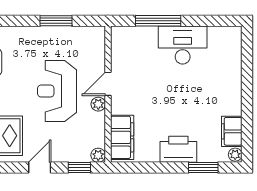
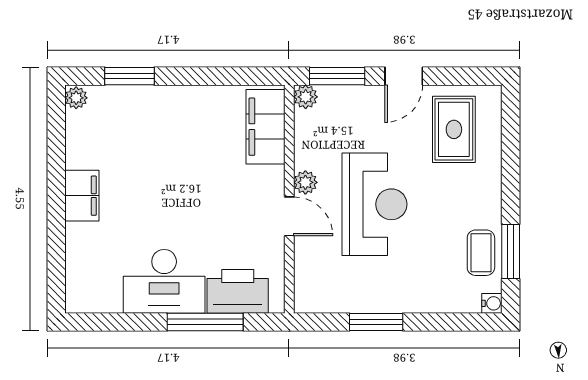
door: (108, 84) -> (289, 216), hinge flipped
filing cabinet: (232, 131) -> (82, 196), moved
printer: (178, 149) -> (238, 291), moved, turned 180
window: (79, 168) -> (337, 76), width x1.50

